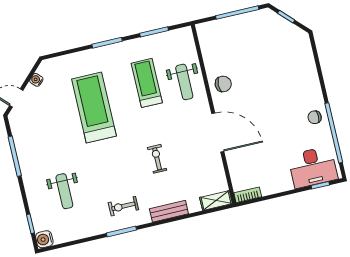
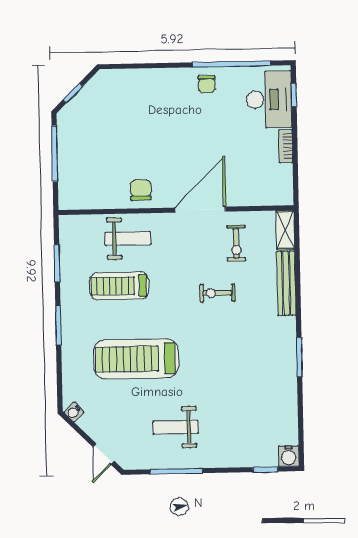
water cooler: (36, 80) -> (74, 412), moved
weight bench: (64, 191) -> (176, 427), moved, turned 180
bookcase: (248, 195) -> (286, 146), moved
exercise bike: (123, 206) -> (236, 243), moved
bench: (169, 211) -> (286, 283), width x1.36

